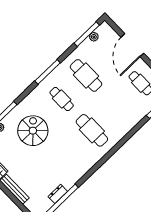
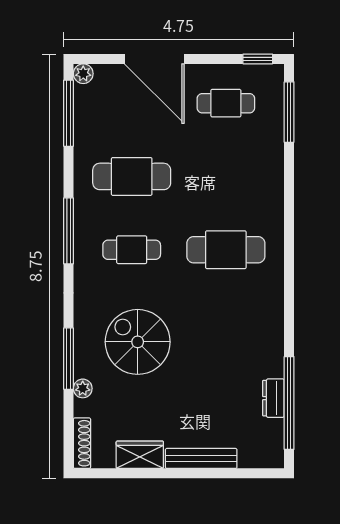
plant: (94, 37) -> (83, 74), moved

